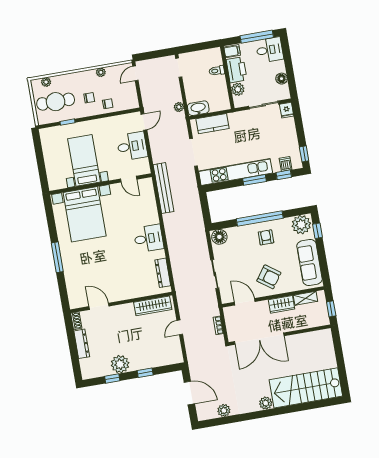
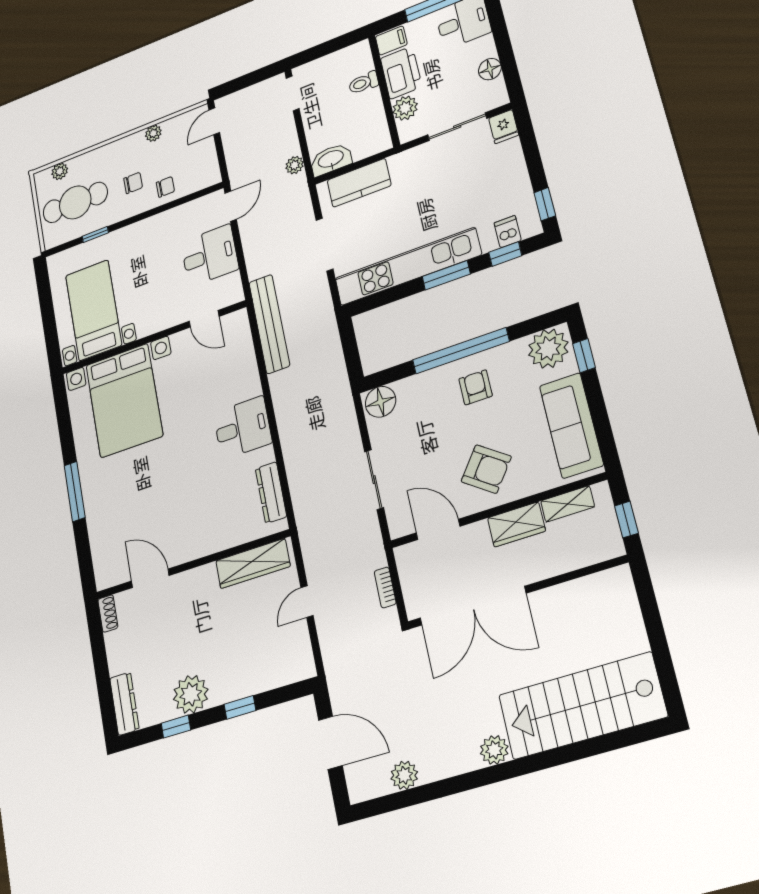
bed with nightstands: (84, 160) -> (94, 310), moved
dresser: (82, 344) -> (124, 704), moved

